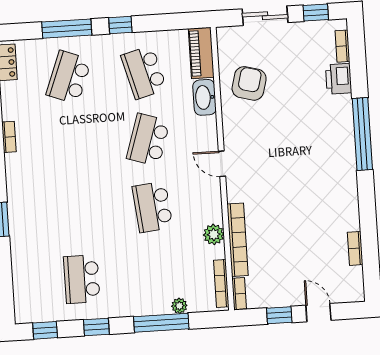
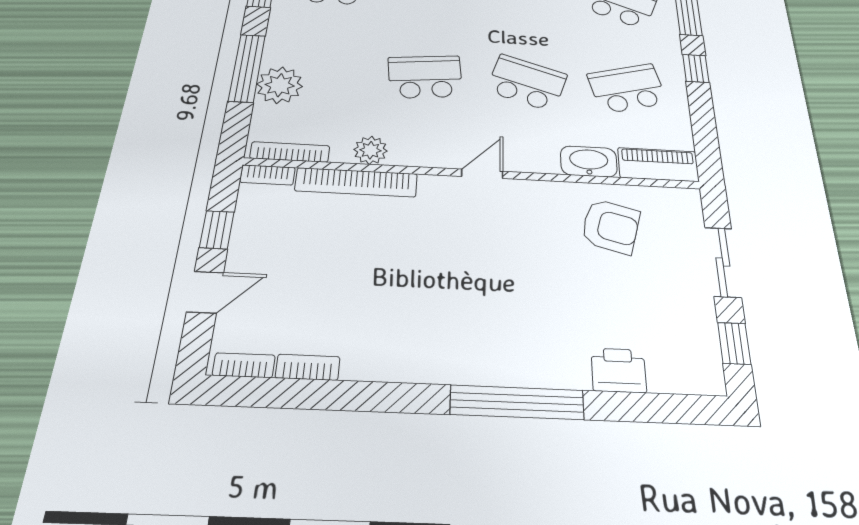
bookcase: (342, 46) -> (244, 365), moved
plant: (179, 306) -> (280, 85), width x1.88, depth x1.88

